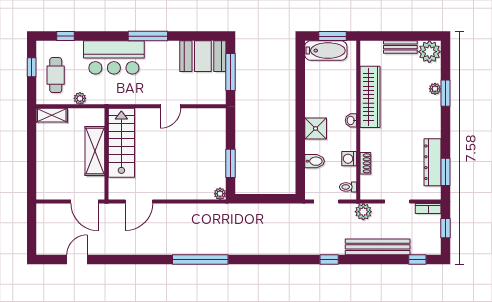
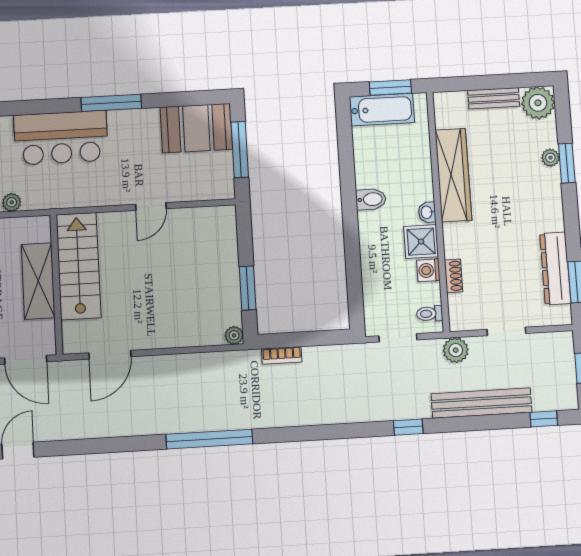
shower: (316, 128) -> (421, 242), moved
bidet: (315, 161) -> (371, 199), moved
bookcase: (428, 208) -> (282, 355), moved

